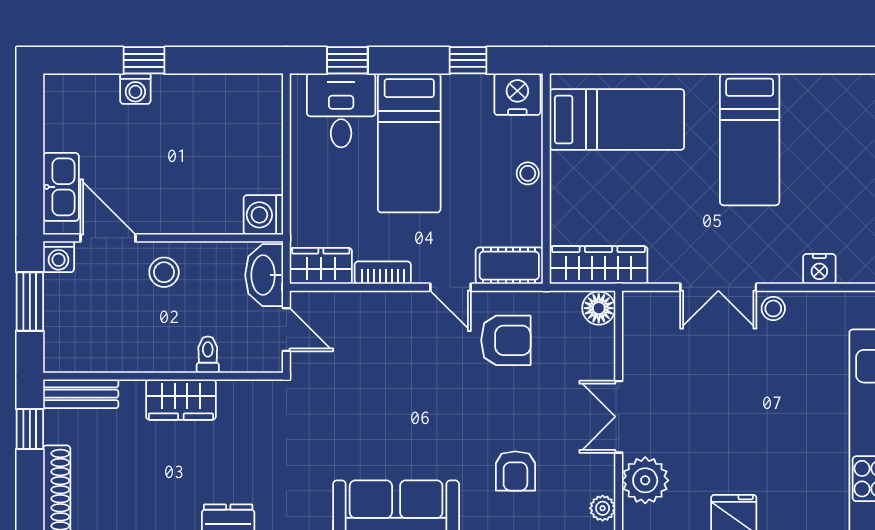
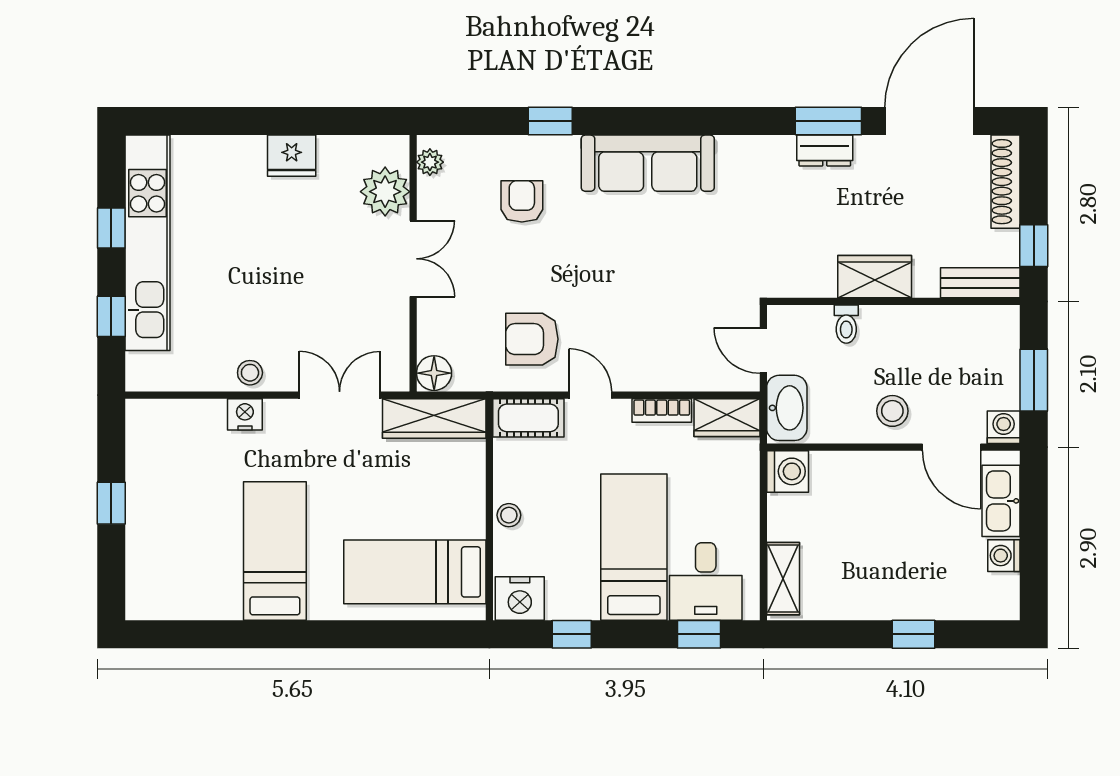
washing machine: (135, 89) -> (1004, 556), moved, turned -90
shelving: (268, 113) -> (783, 579), added
nightstand: (819, 269) -> (245, 414), moved
double door: (718, 287) -> (340, 395), moved

